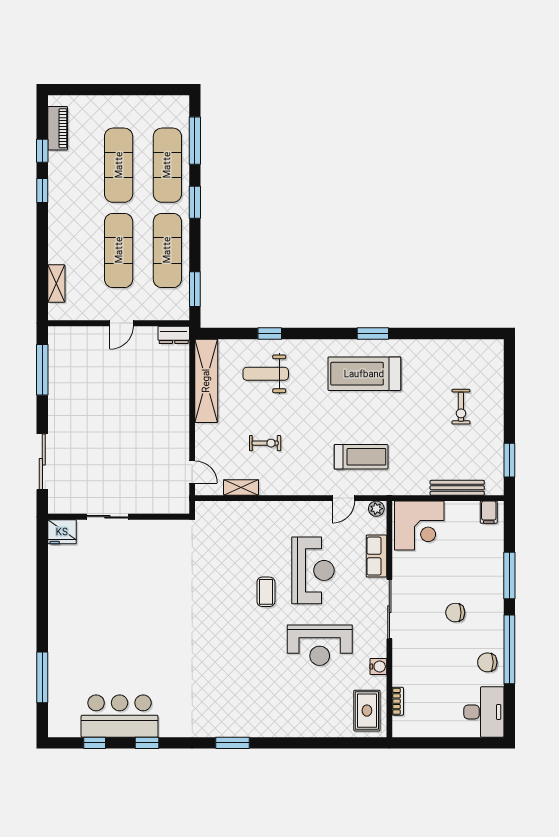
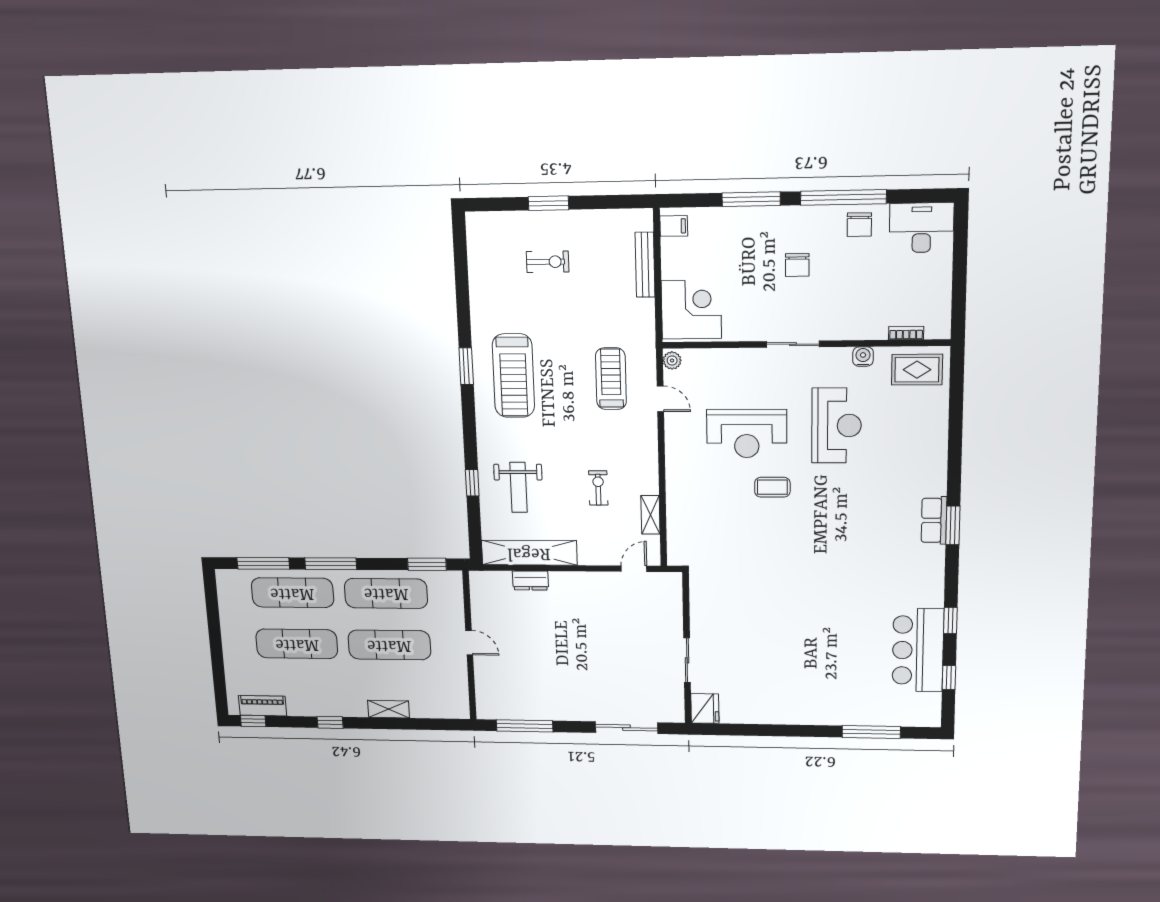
window: (42, 151) -> (253, 721), moved
window: (195, 202) -> (331, 564), width x1.44
shelving: (56, 284) -> (389, 709), moved
dresser: (174, 335) -> (530, 581), moved, turned 90
window: (509, 460) -> (548, 203), moved
row of seats: (376, 556) -> (934, 520), moved, turned 90
reception desk: (313, 570) -> (747, 433), turned 180
sliding door: (389, 609) -> (793, 344), width x0.73

